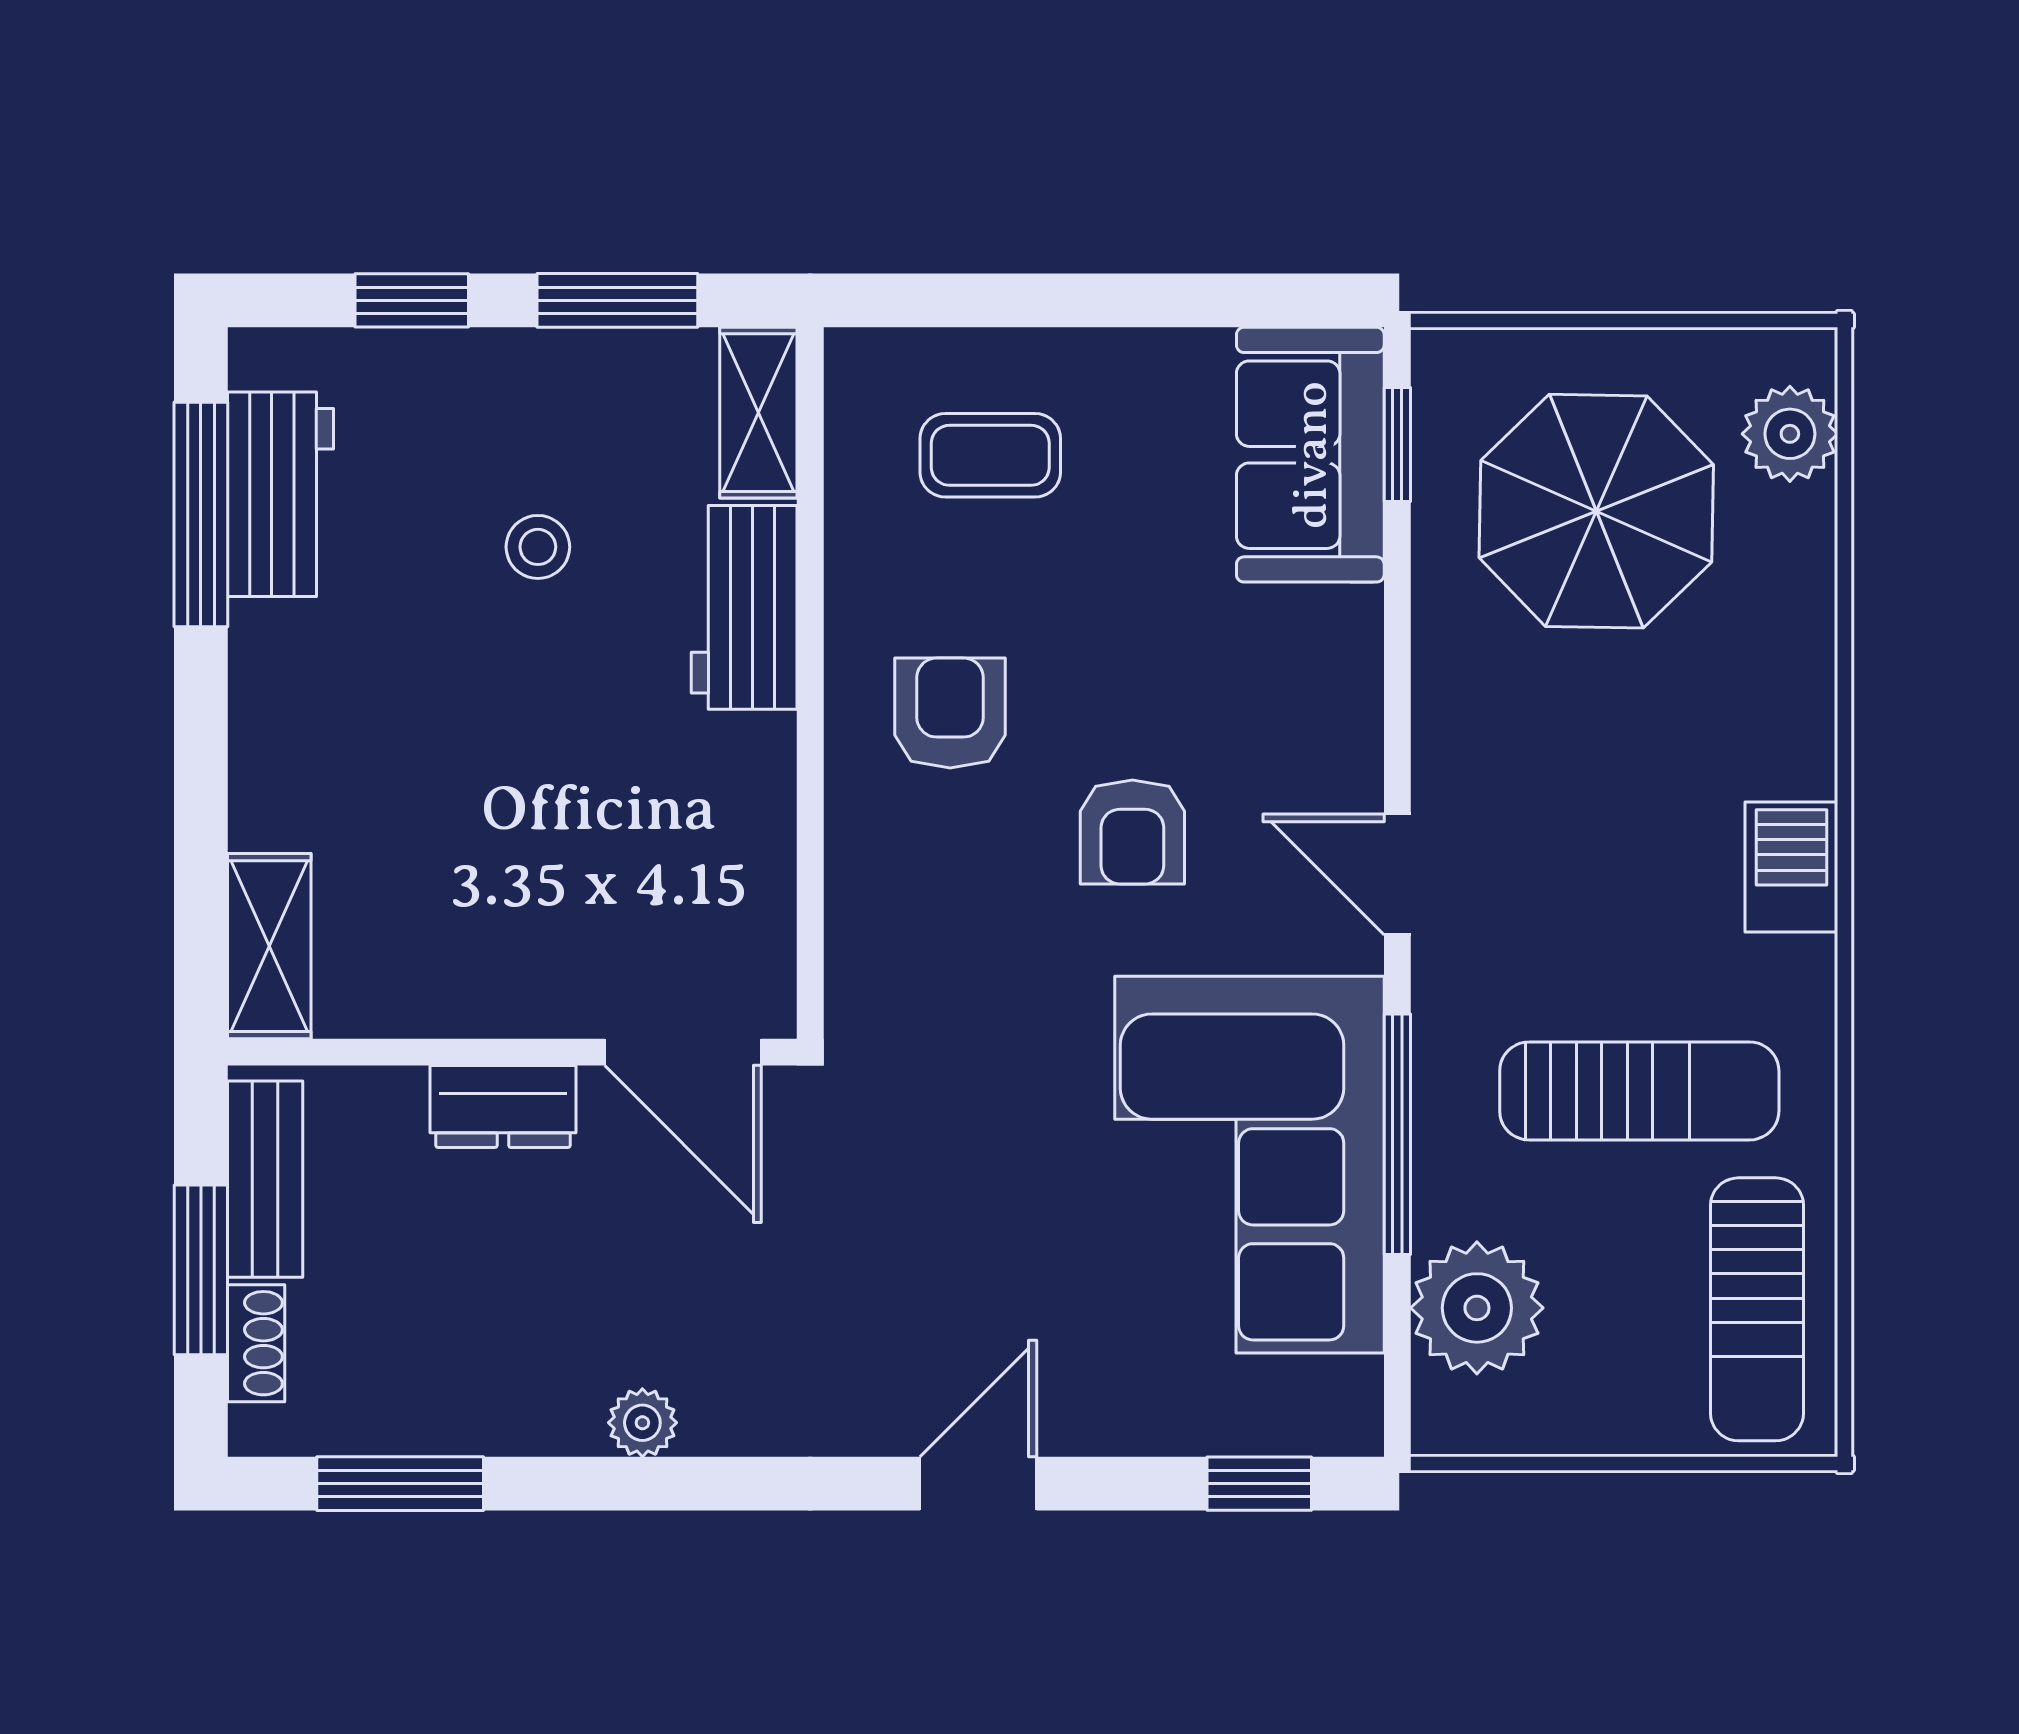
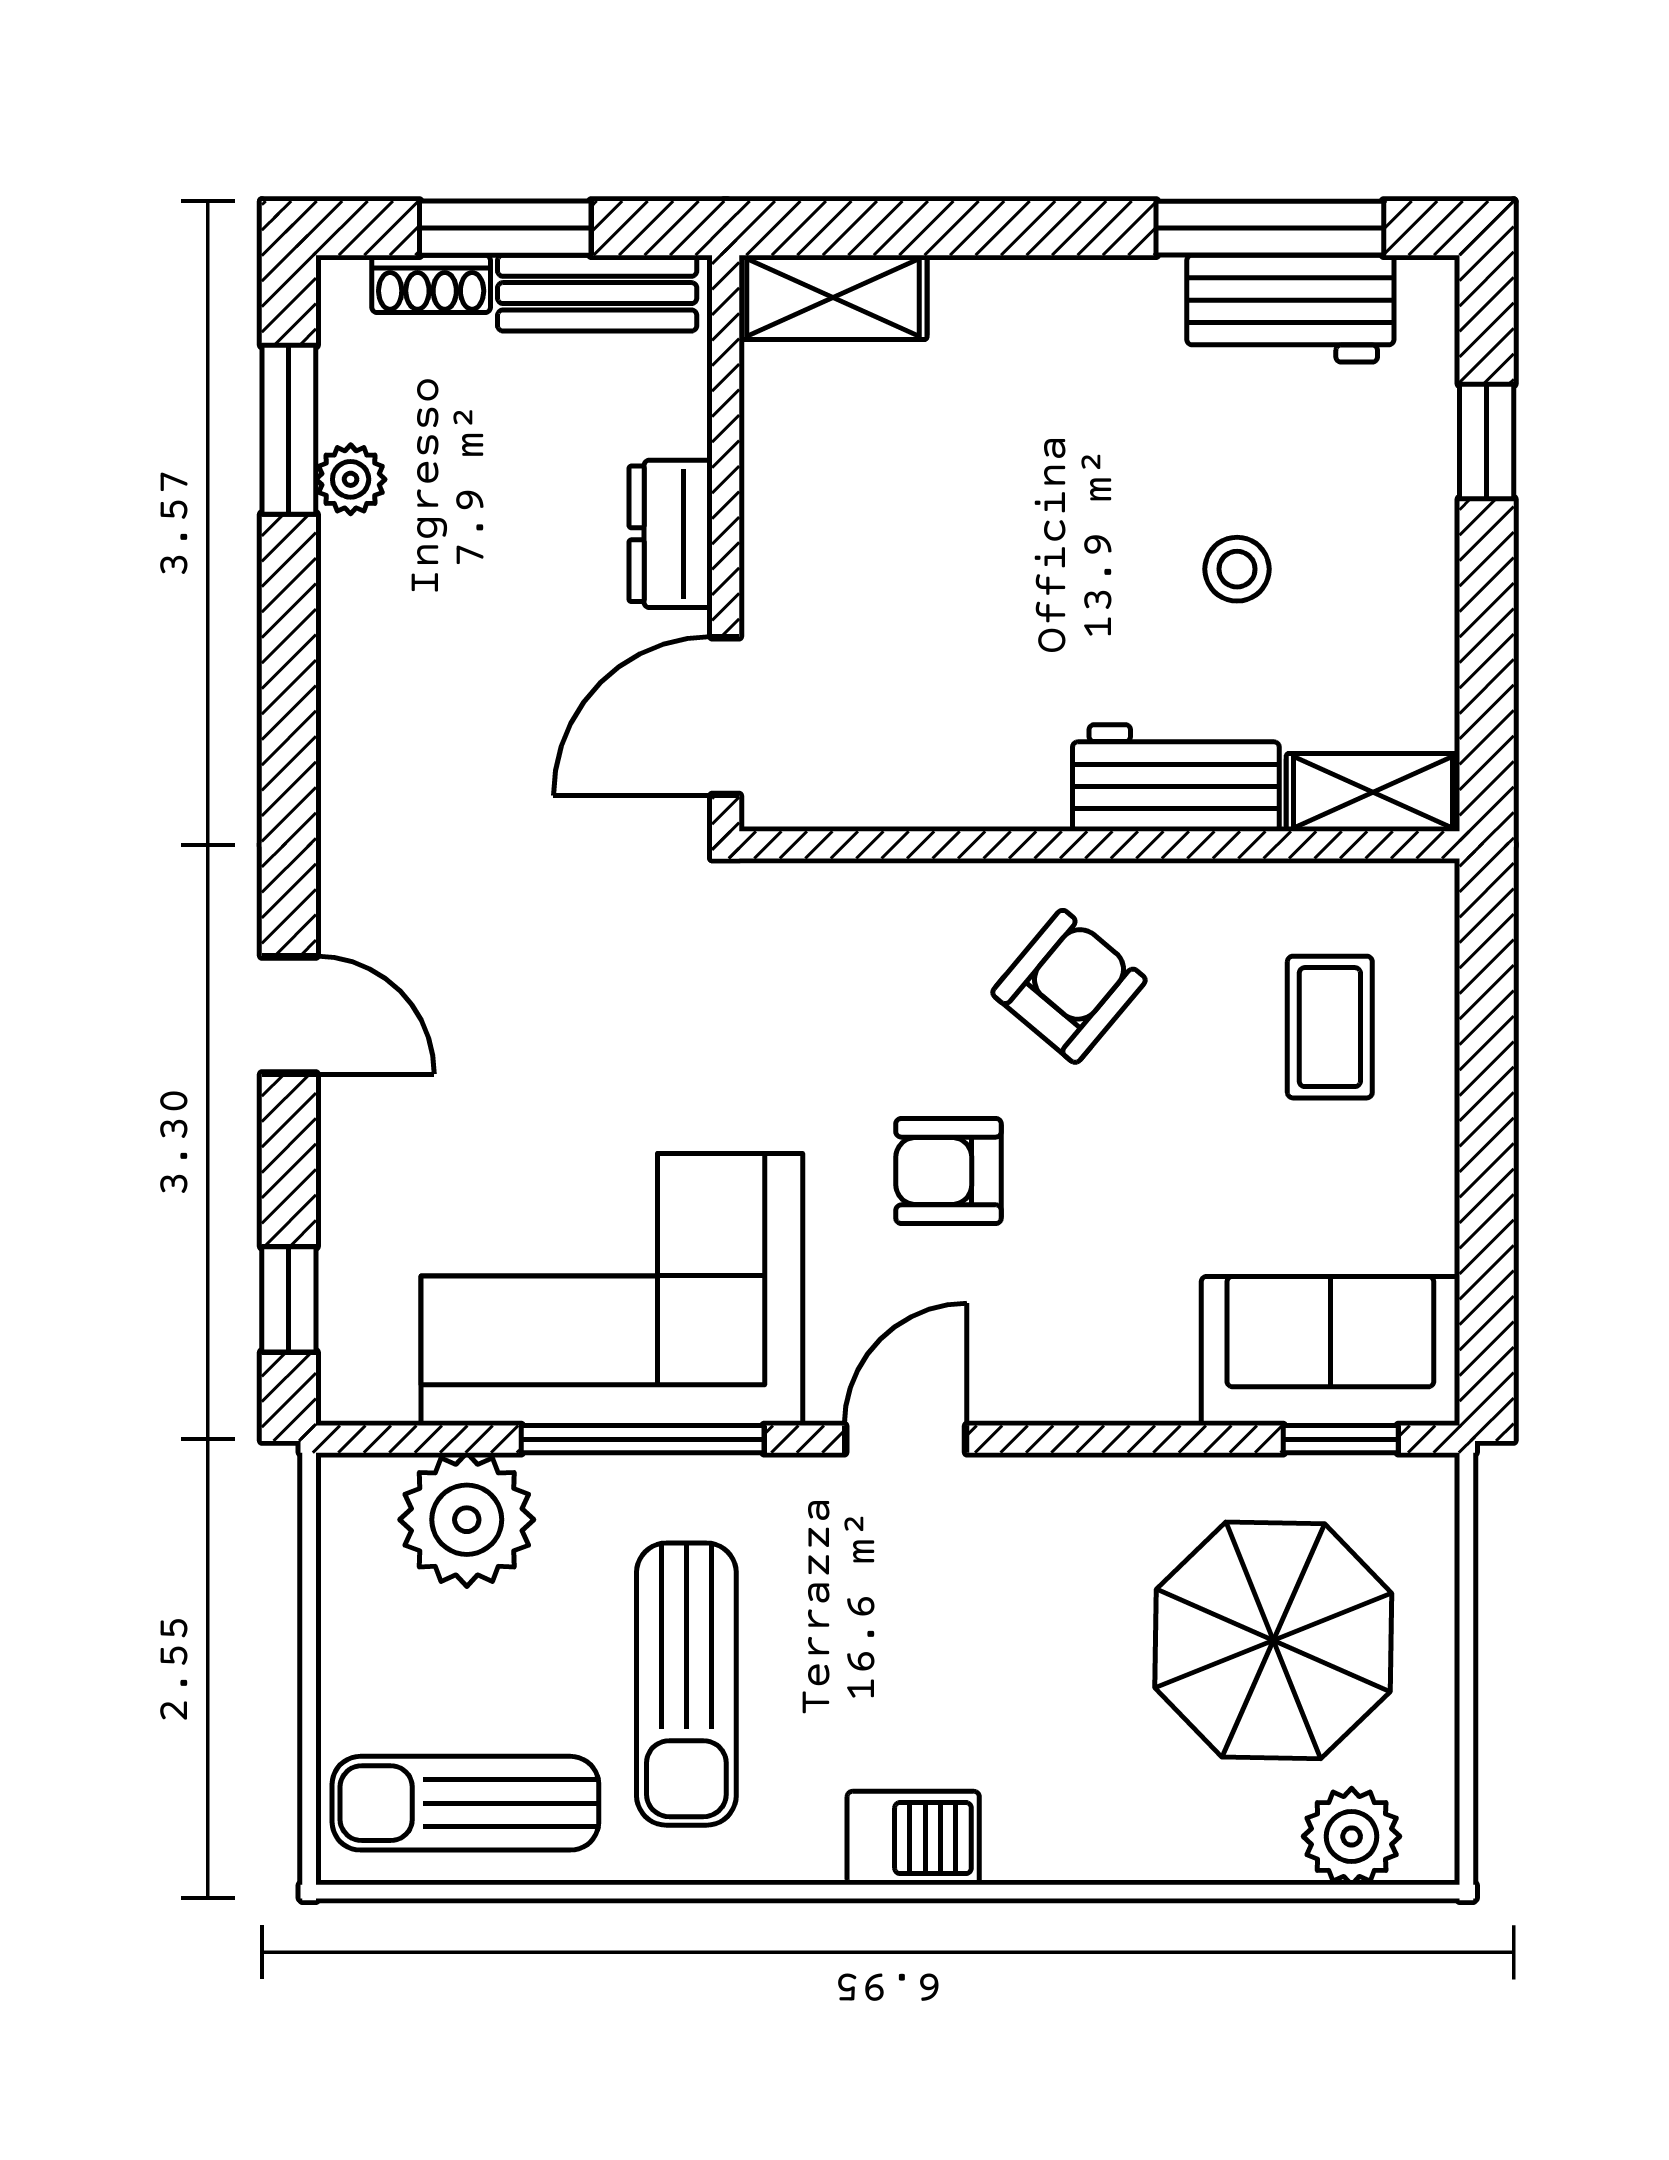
window: (617, 300) -> (1487, 650), removed
armchair: (950, 713) -> (1069, 986), turned -50
plant: (642, 1423) -> (351, 479), moved

